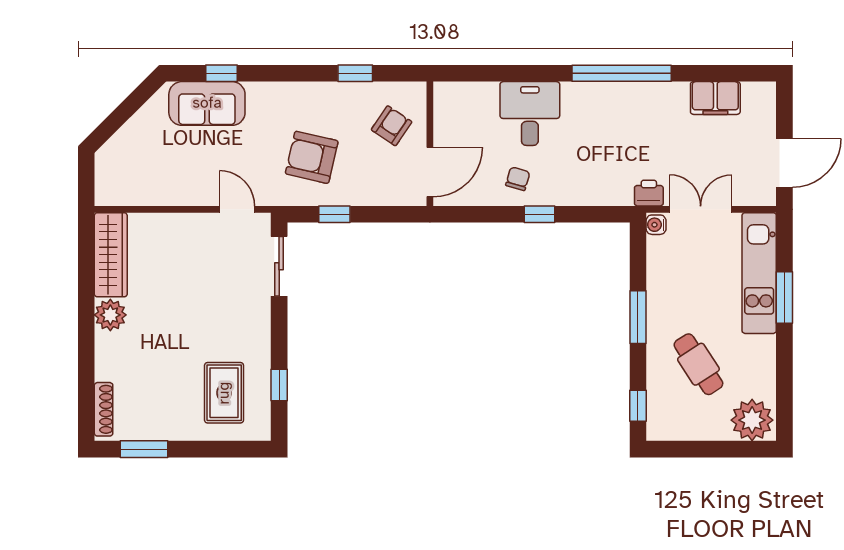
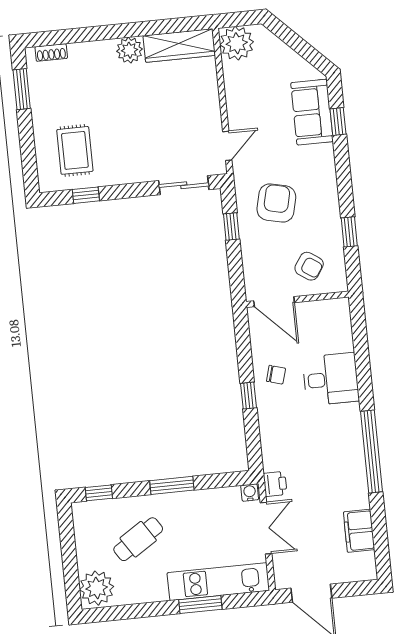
plant: (115, 185) -> (237, 43), added
rug: (224, 393) -> (75, 150), turned 90
shoe rack: (104, 409) -> (51, 53), width x0.70

